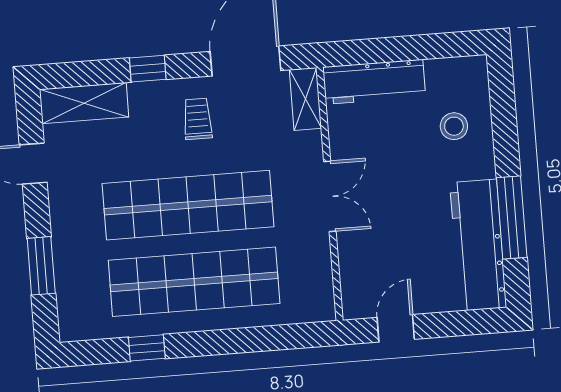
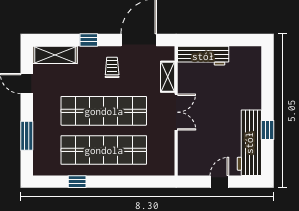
shelving: (305, 99) -> (168, 77), moved
stool: (454, 126) -> (242, 81), removed
window: (512, 218) -> (268, 130), width x0.46
door: (396, 328) -> (219, 182), moved

